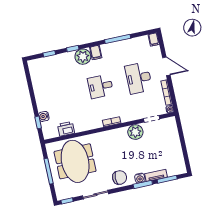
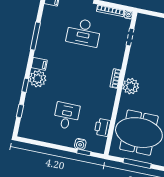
desk: (100, 86) -> (66, 116), moved, turned 180
plant: (135, 132) -> (131, 86), moved

